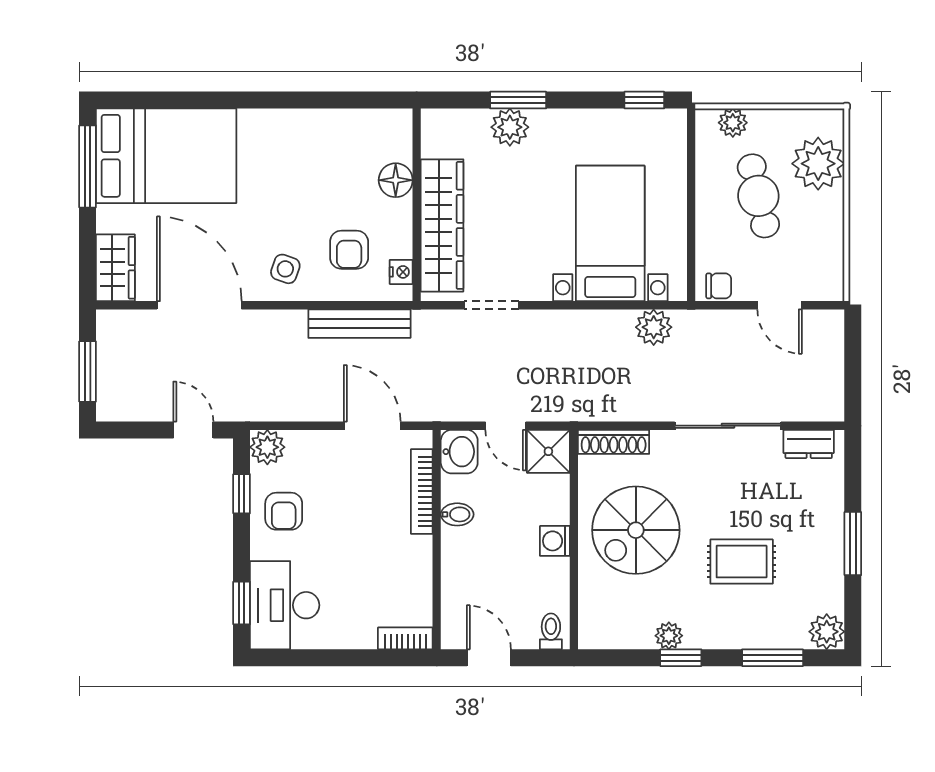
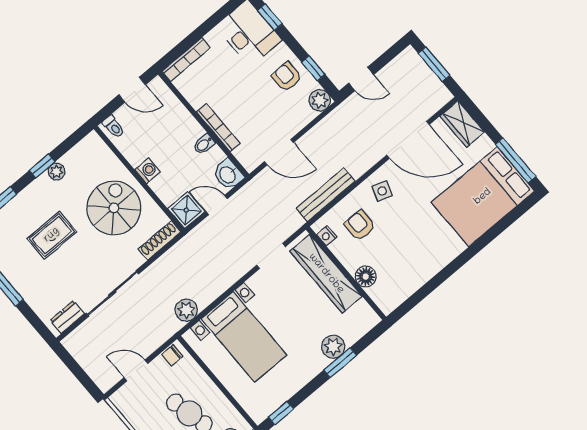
bookcase: (422, 491) -> (218, 128), moved
bookcase: (405, 638) -> (186, 59), width x1.56

